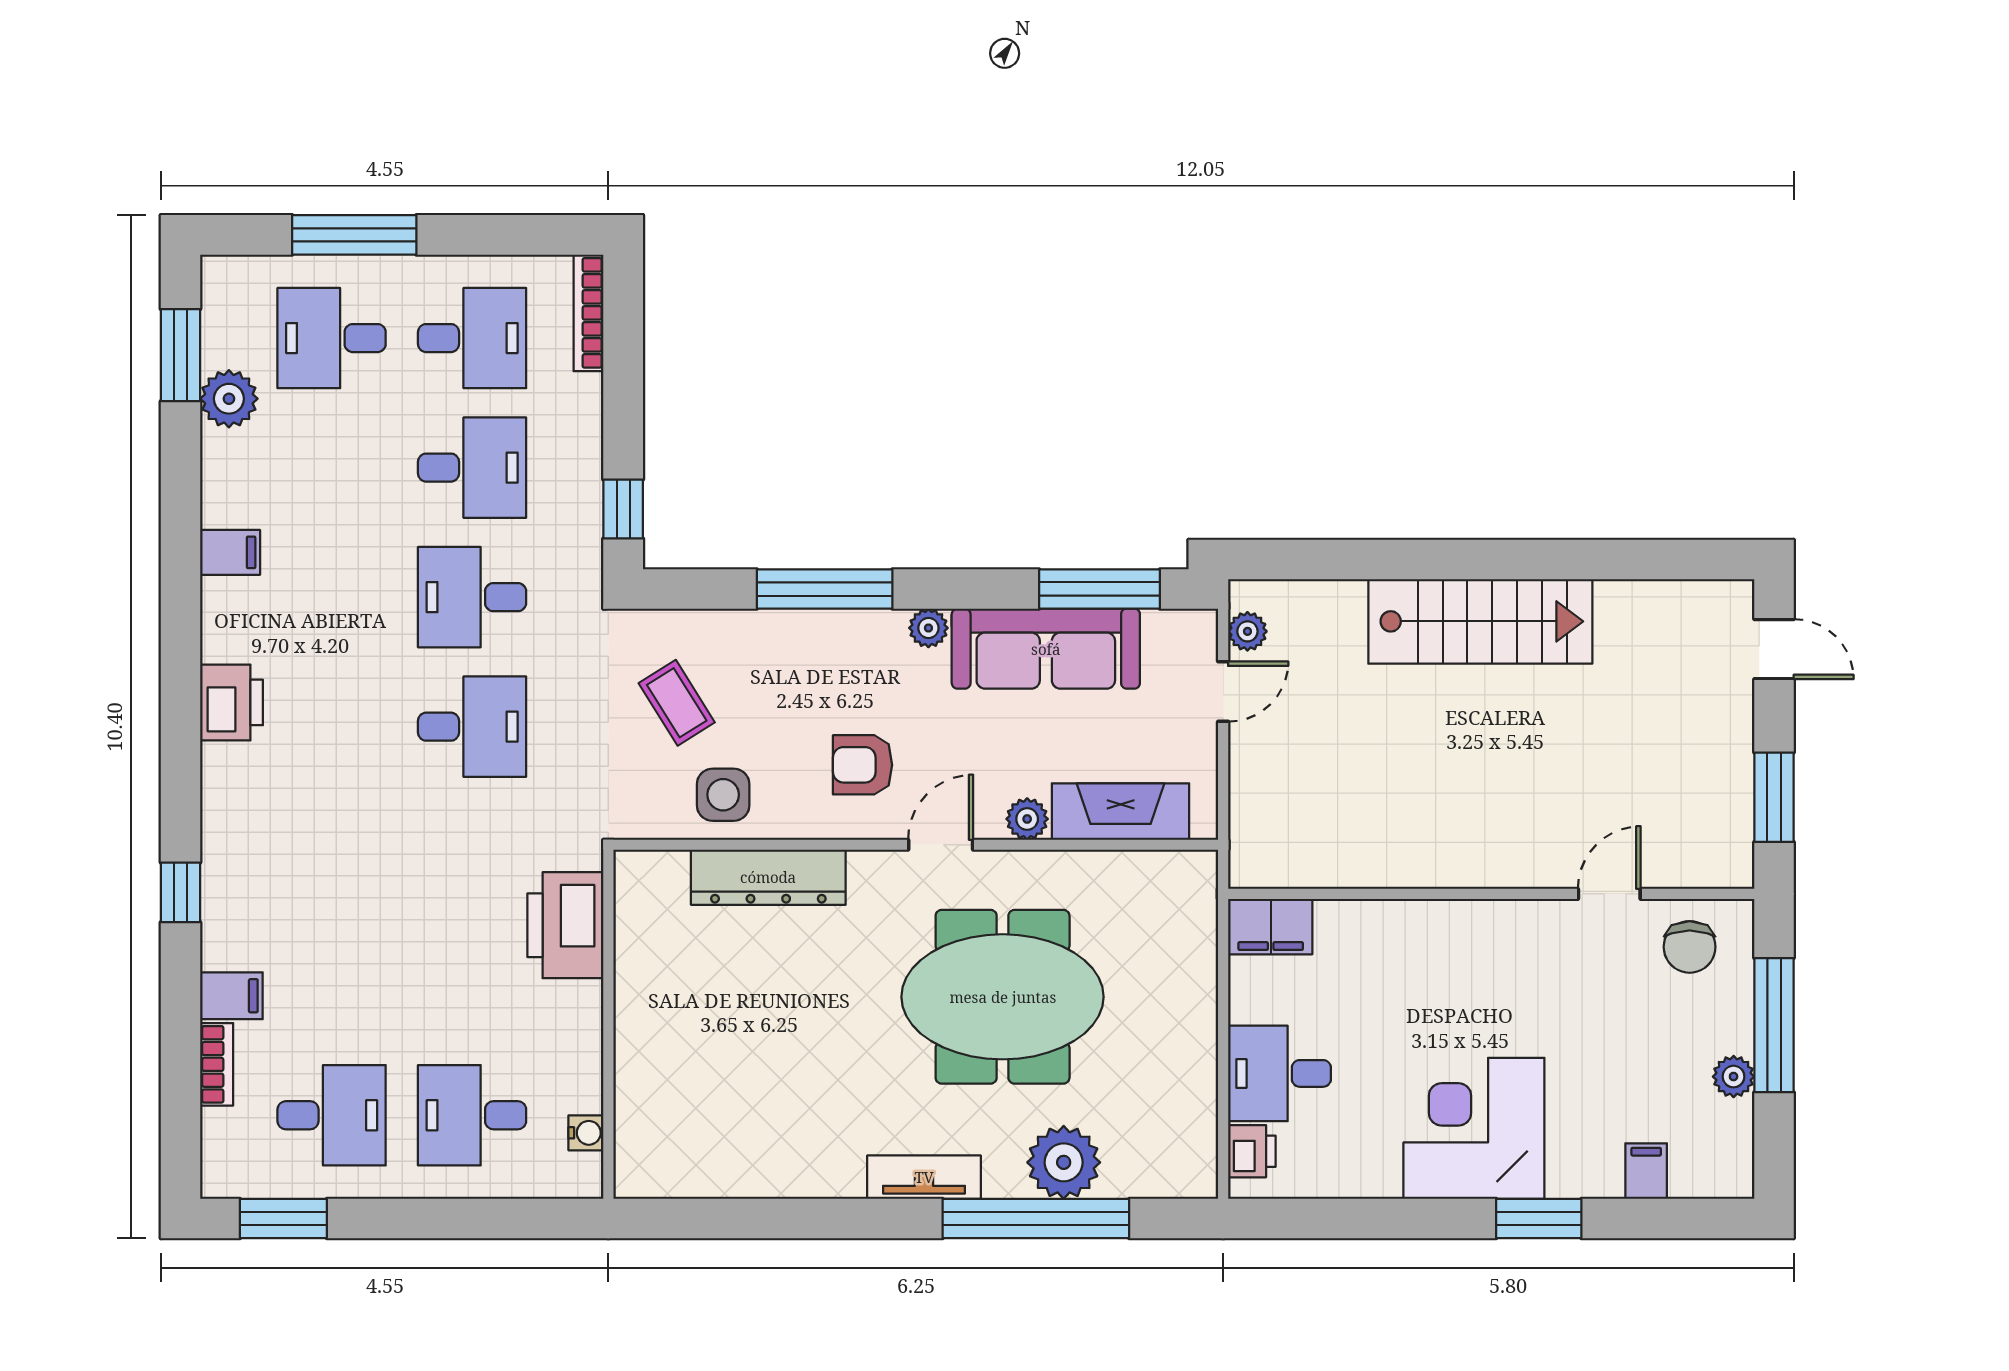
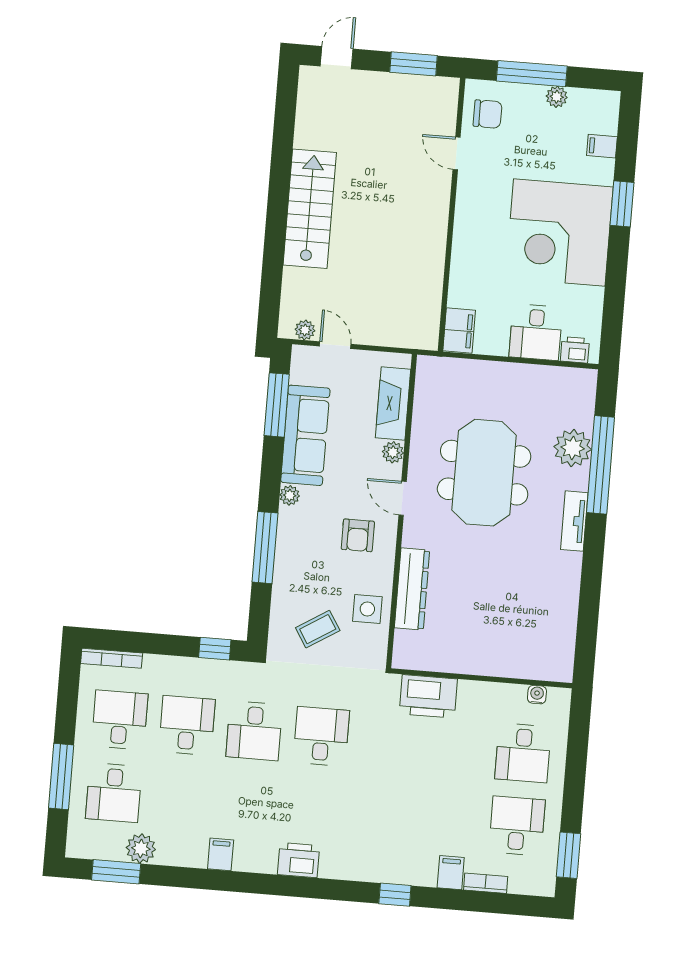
corner desk: (1474, 1128) -> (559, 233), width x1.36, depth x1.36

